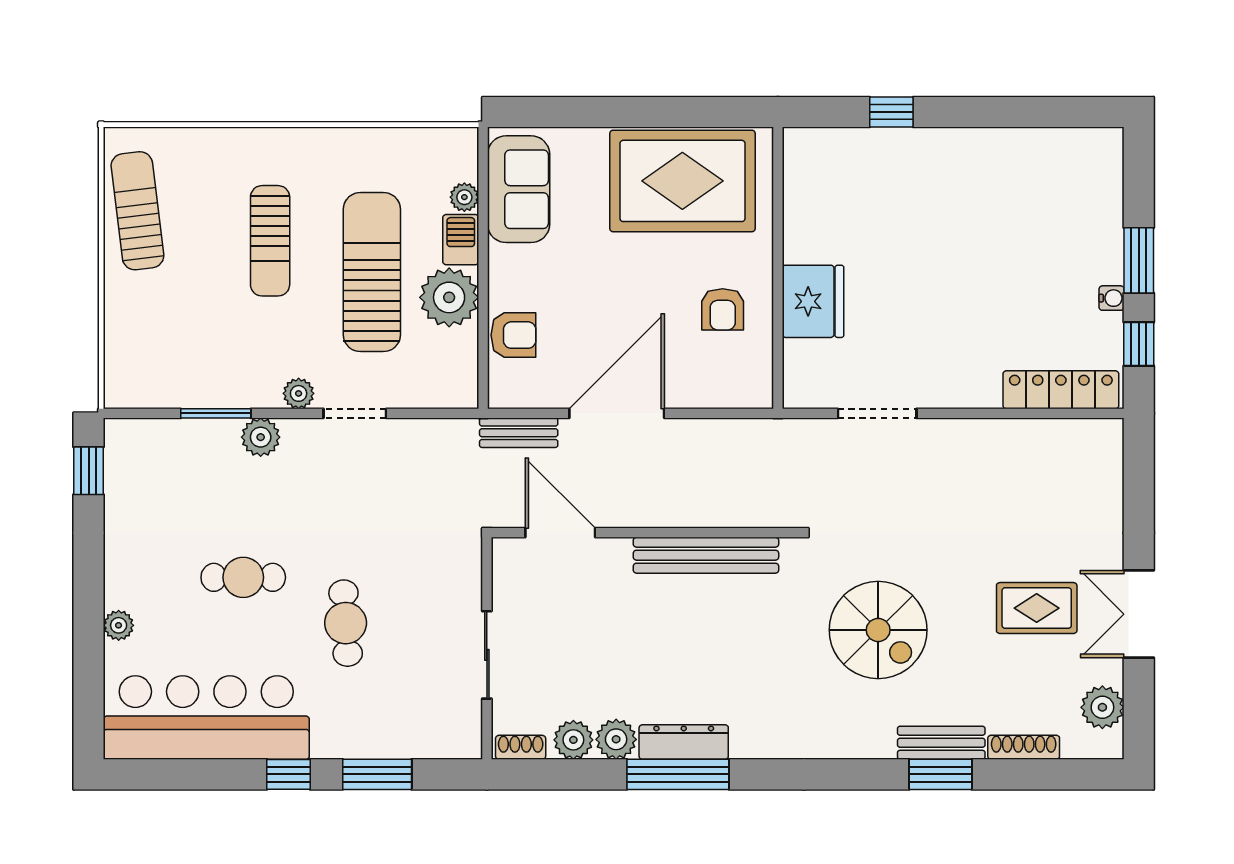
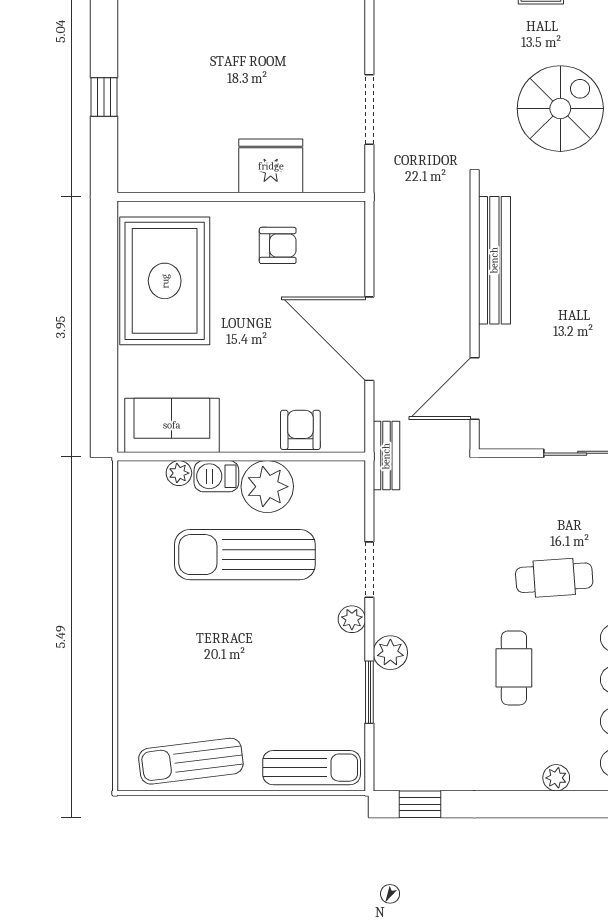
sun lounger: (270, 241) -> (312, 768), moved
bench: (519, 433) -> (386, 456), moved

